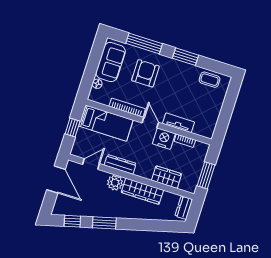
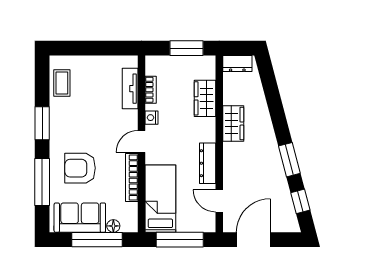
window: (91, 69) -> (97, 240), added
tv unit: (178, 123) -> (130, 89), moved
window: (73, 128) -> (180, 240), width x2.17
nightstand: (164, 139) -> (152, 118), width x0.53, depth x0.56
plant: (115, 183) -> (233, 162), removed
wardrobe: (142, 191) -> (233, 124), width x0.67

